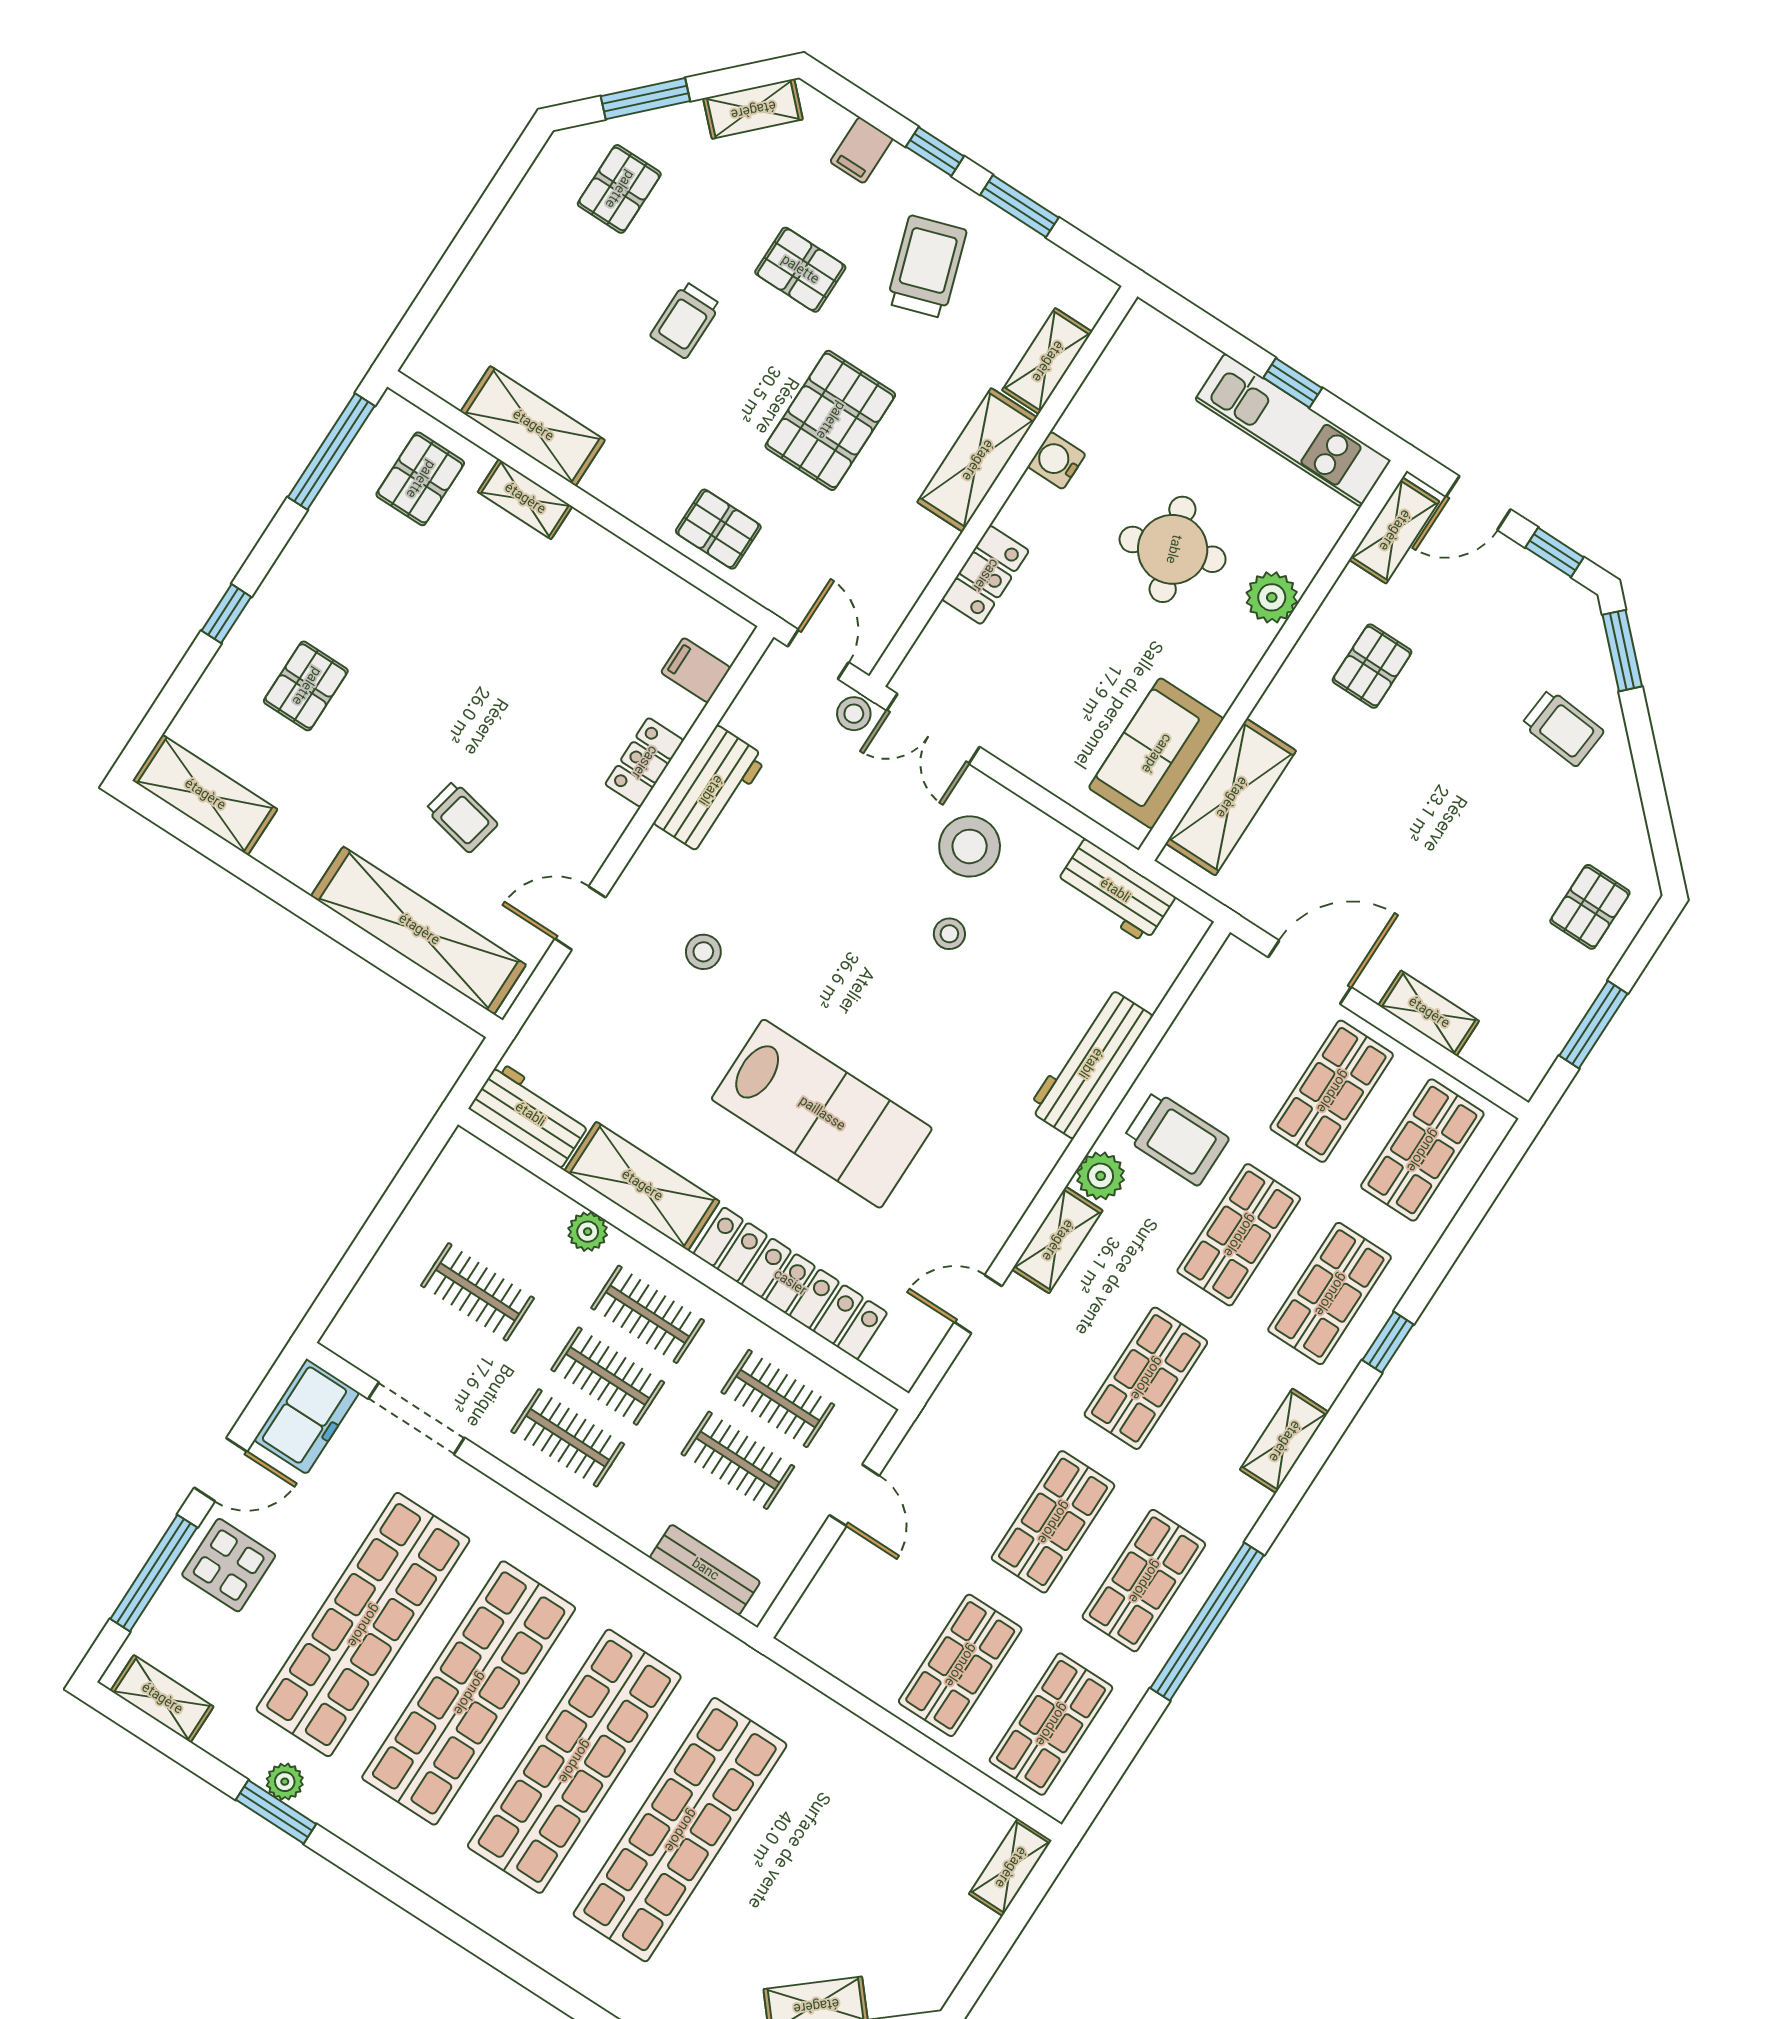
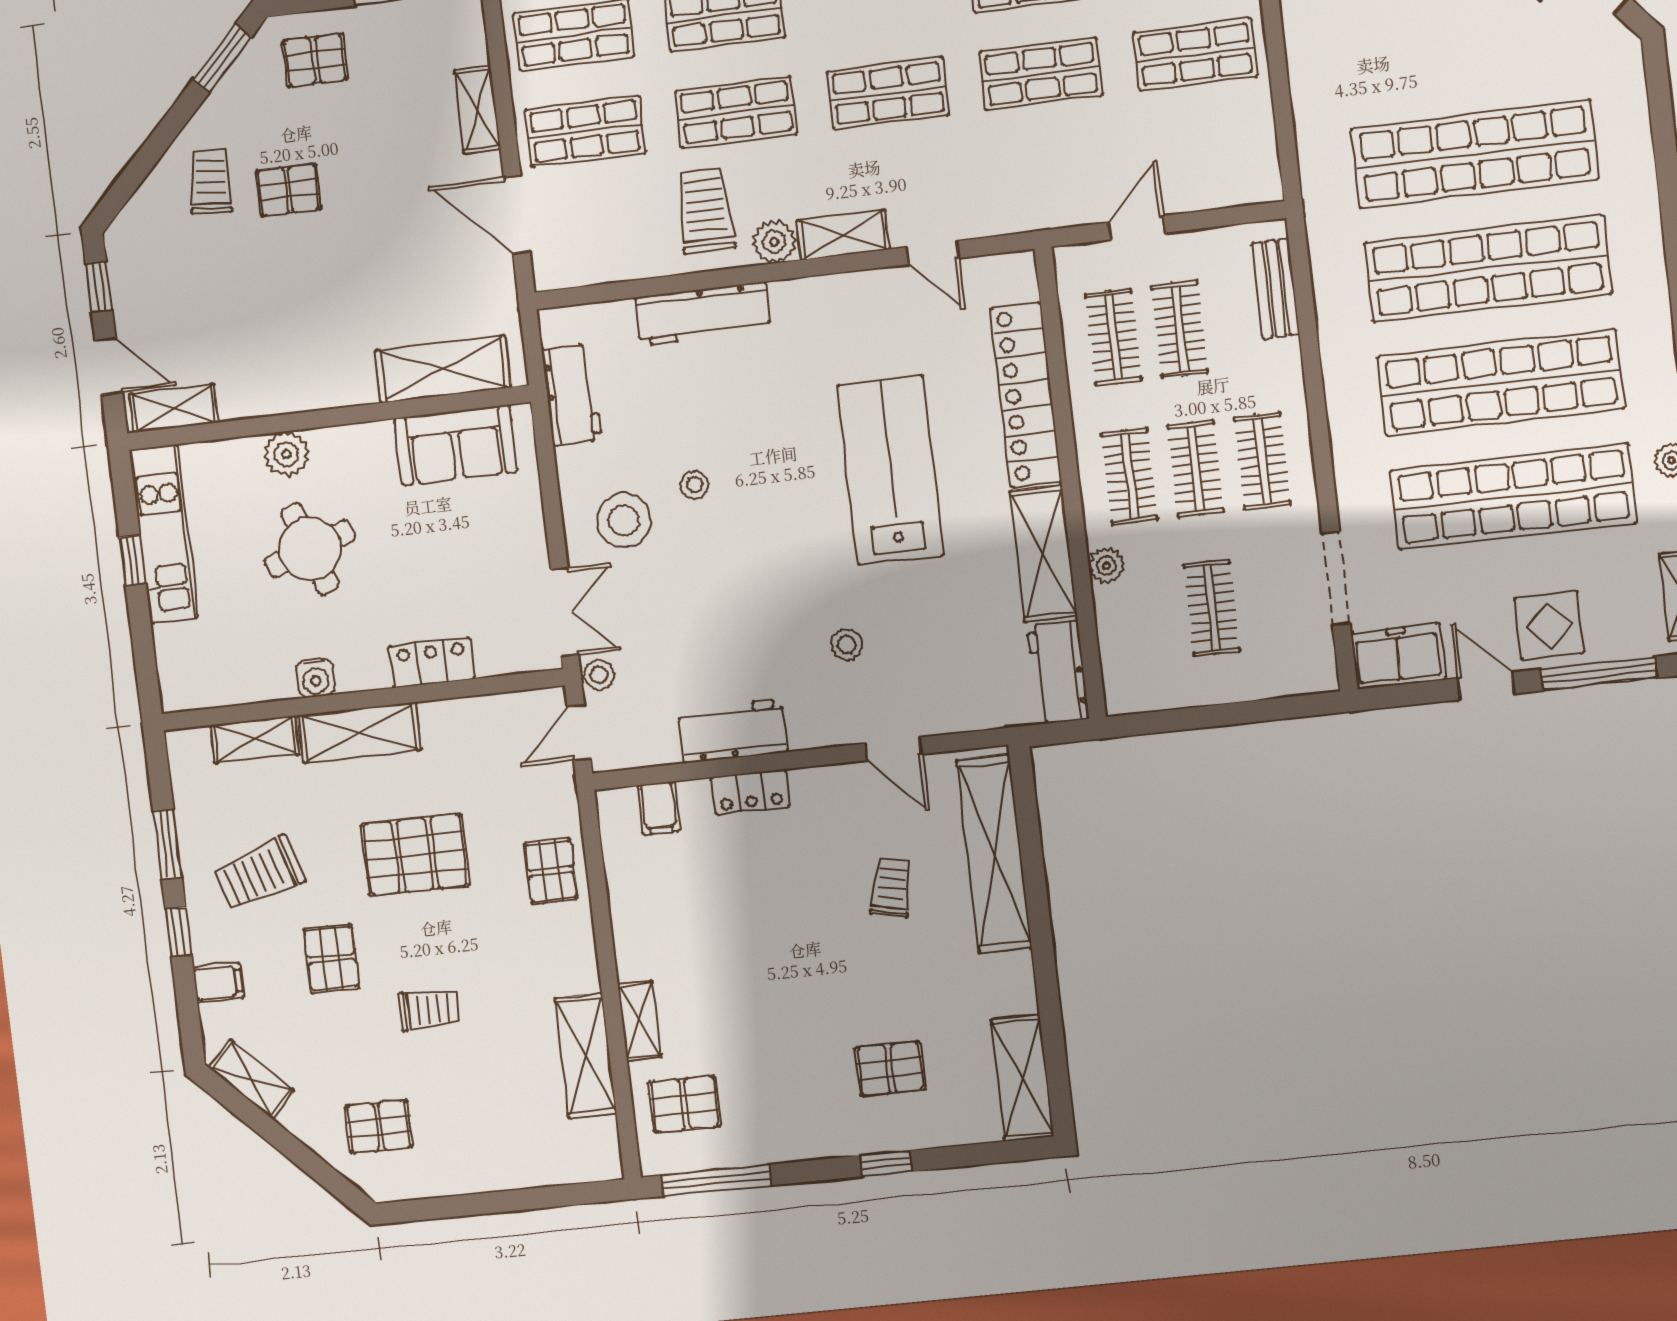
window: (645, 99) -> (304, 1158), removed
window: (1622, 651) -> (222, 58), moved
pallet: (1372, 666) -> (288, 190), moved

